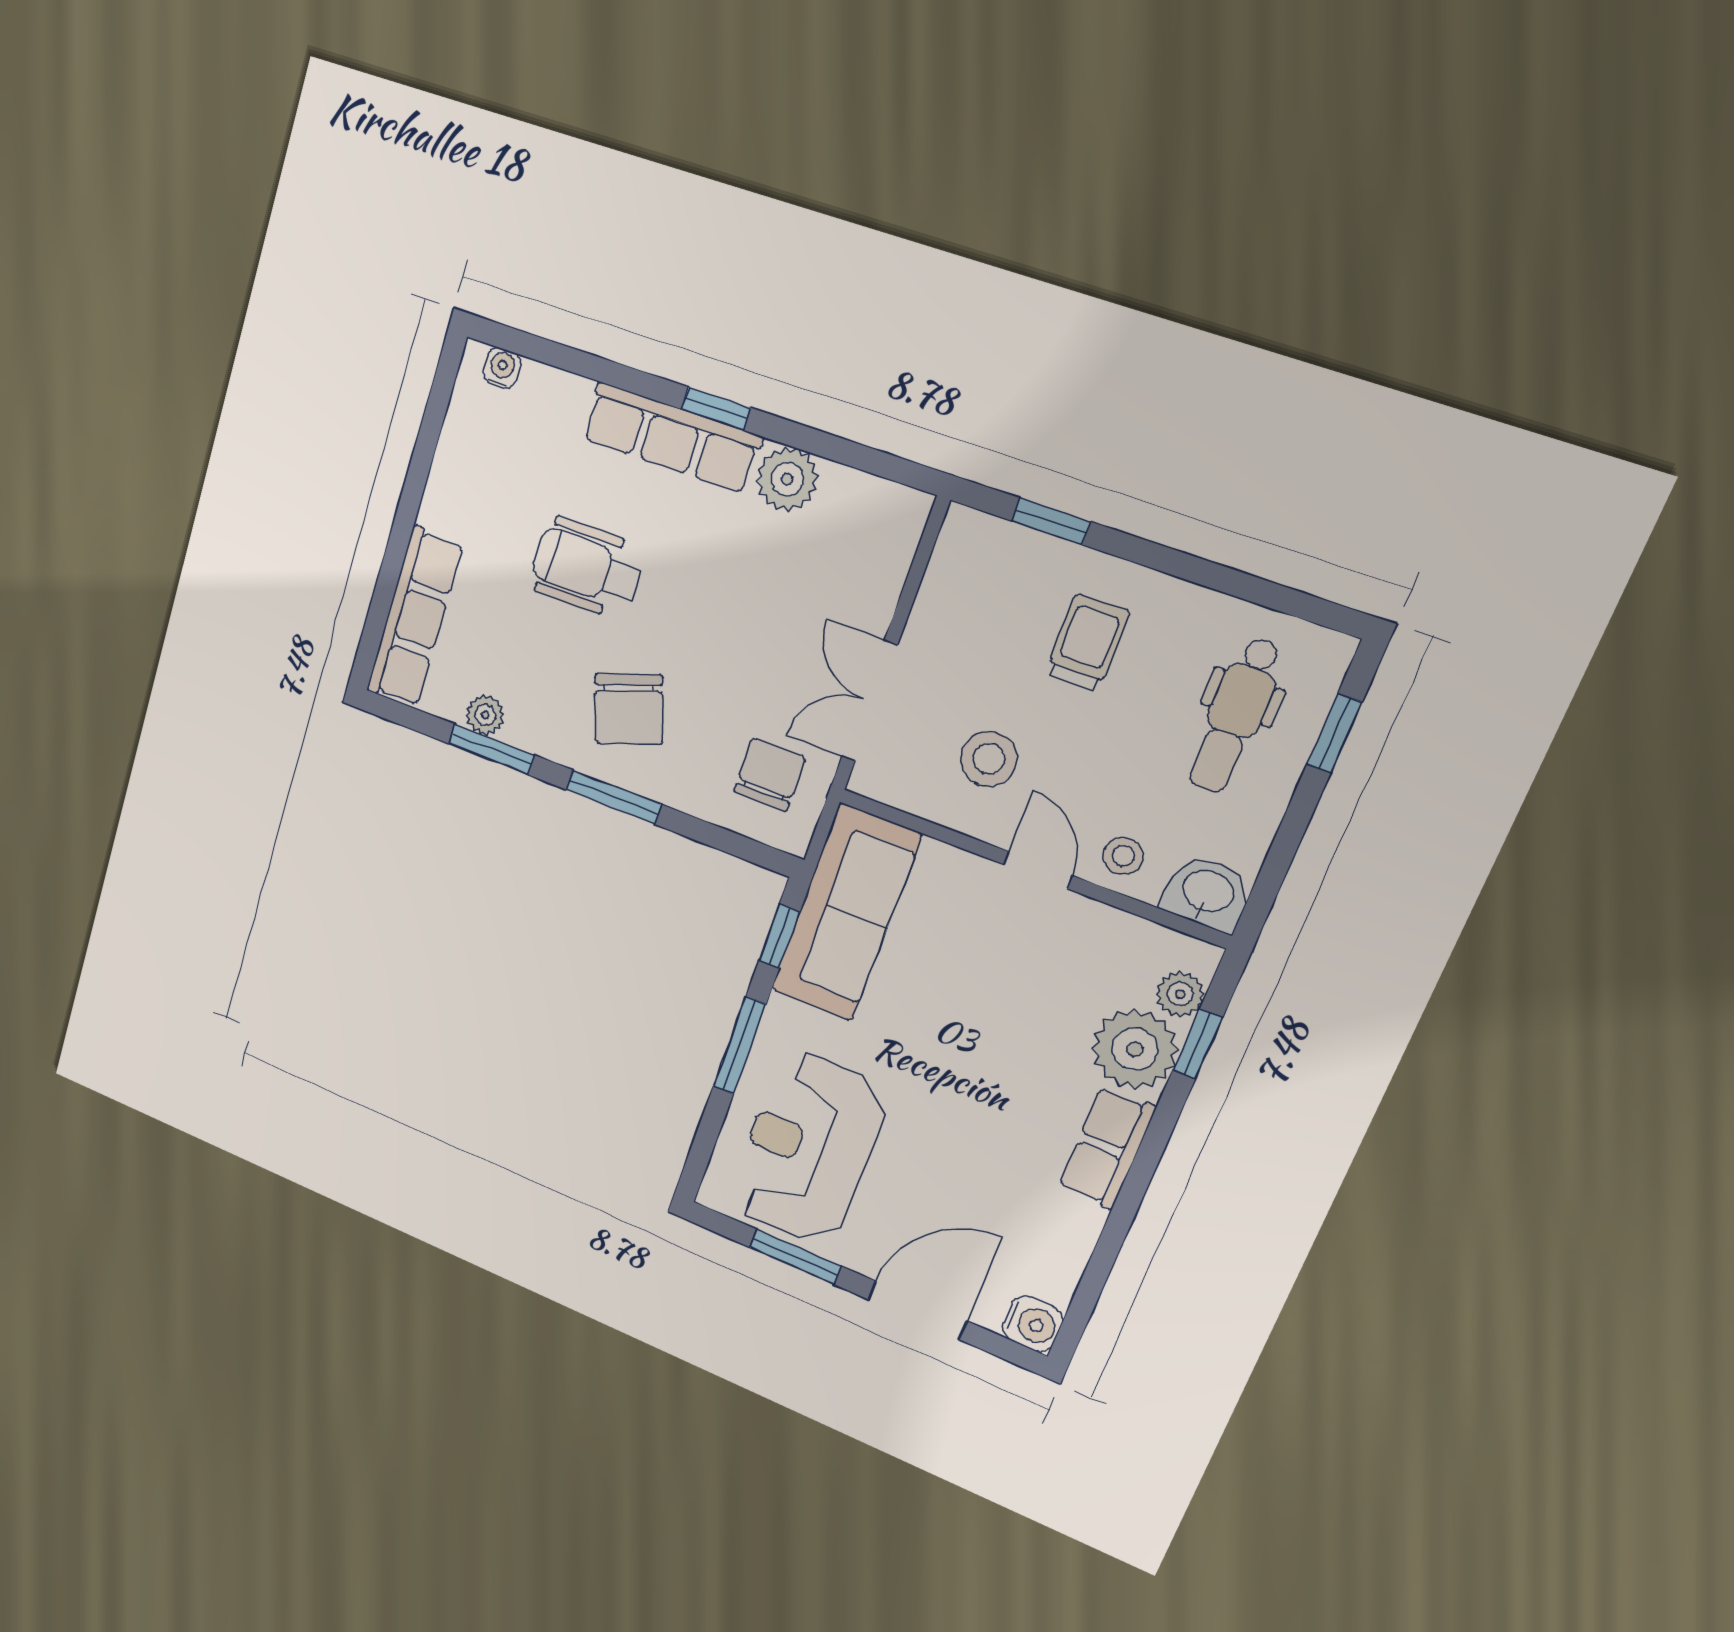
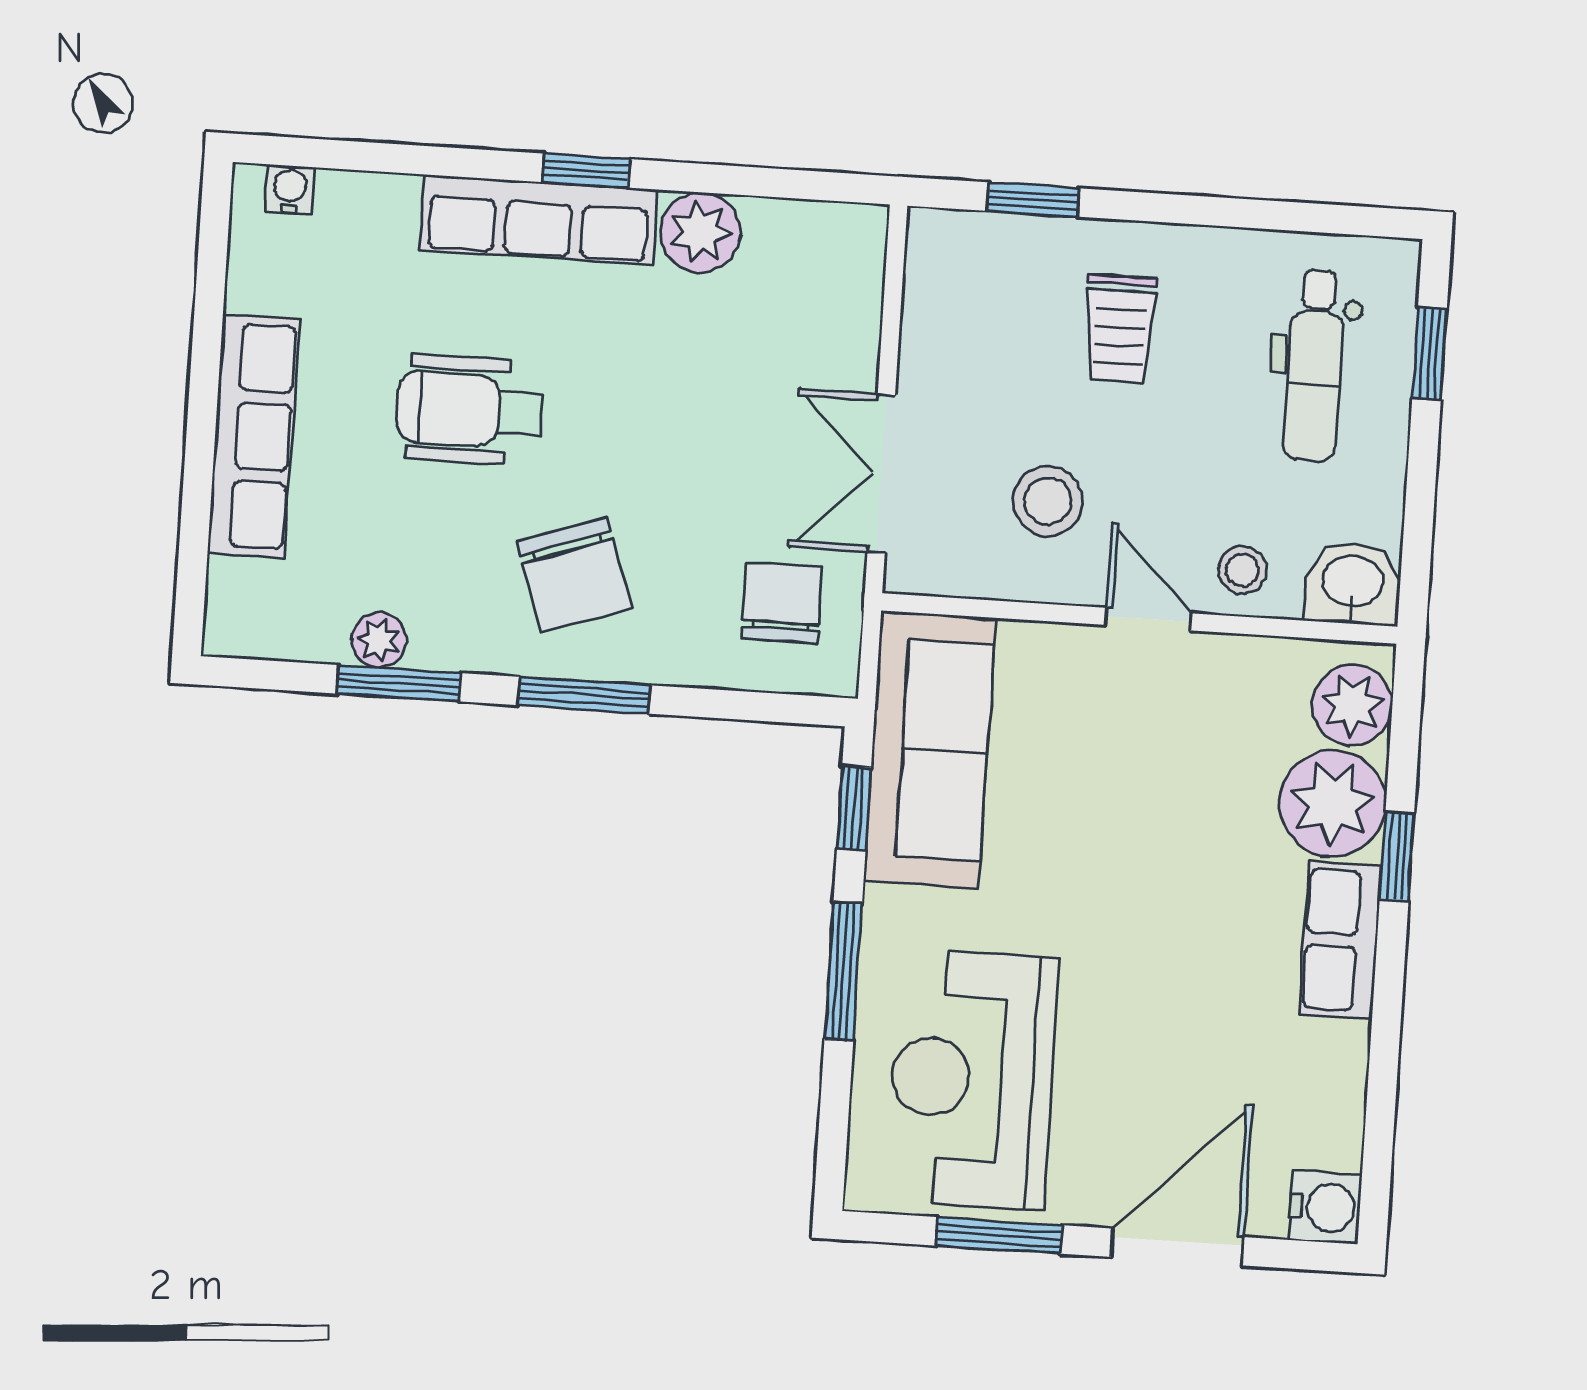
row of seats: (415, 617) -> (254, 436), moved
trolley: (1087, 643) -> (1120, 329), turned 180
plant: (1180, 994) -> (1352, 705), width x1.38, depth x1.38
window: (1198, 1044) -> (1397, 857), moved

